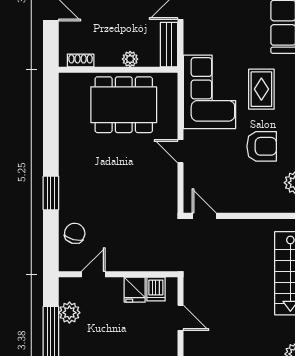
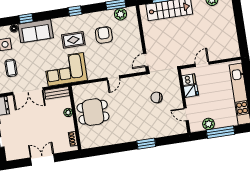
corner sofa: (210, 92) -> (66, 69), moved
dining table: (124, 105) -> (93, 112), width x0.73
chair: (75, 233) -> (157, 97), moved

